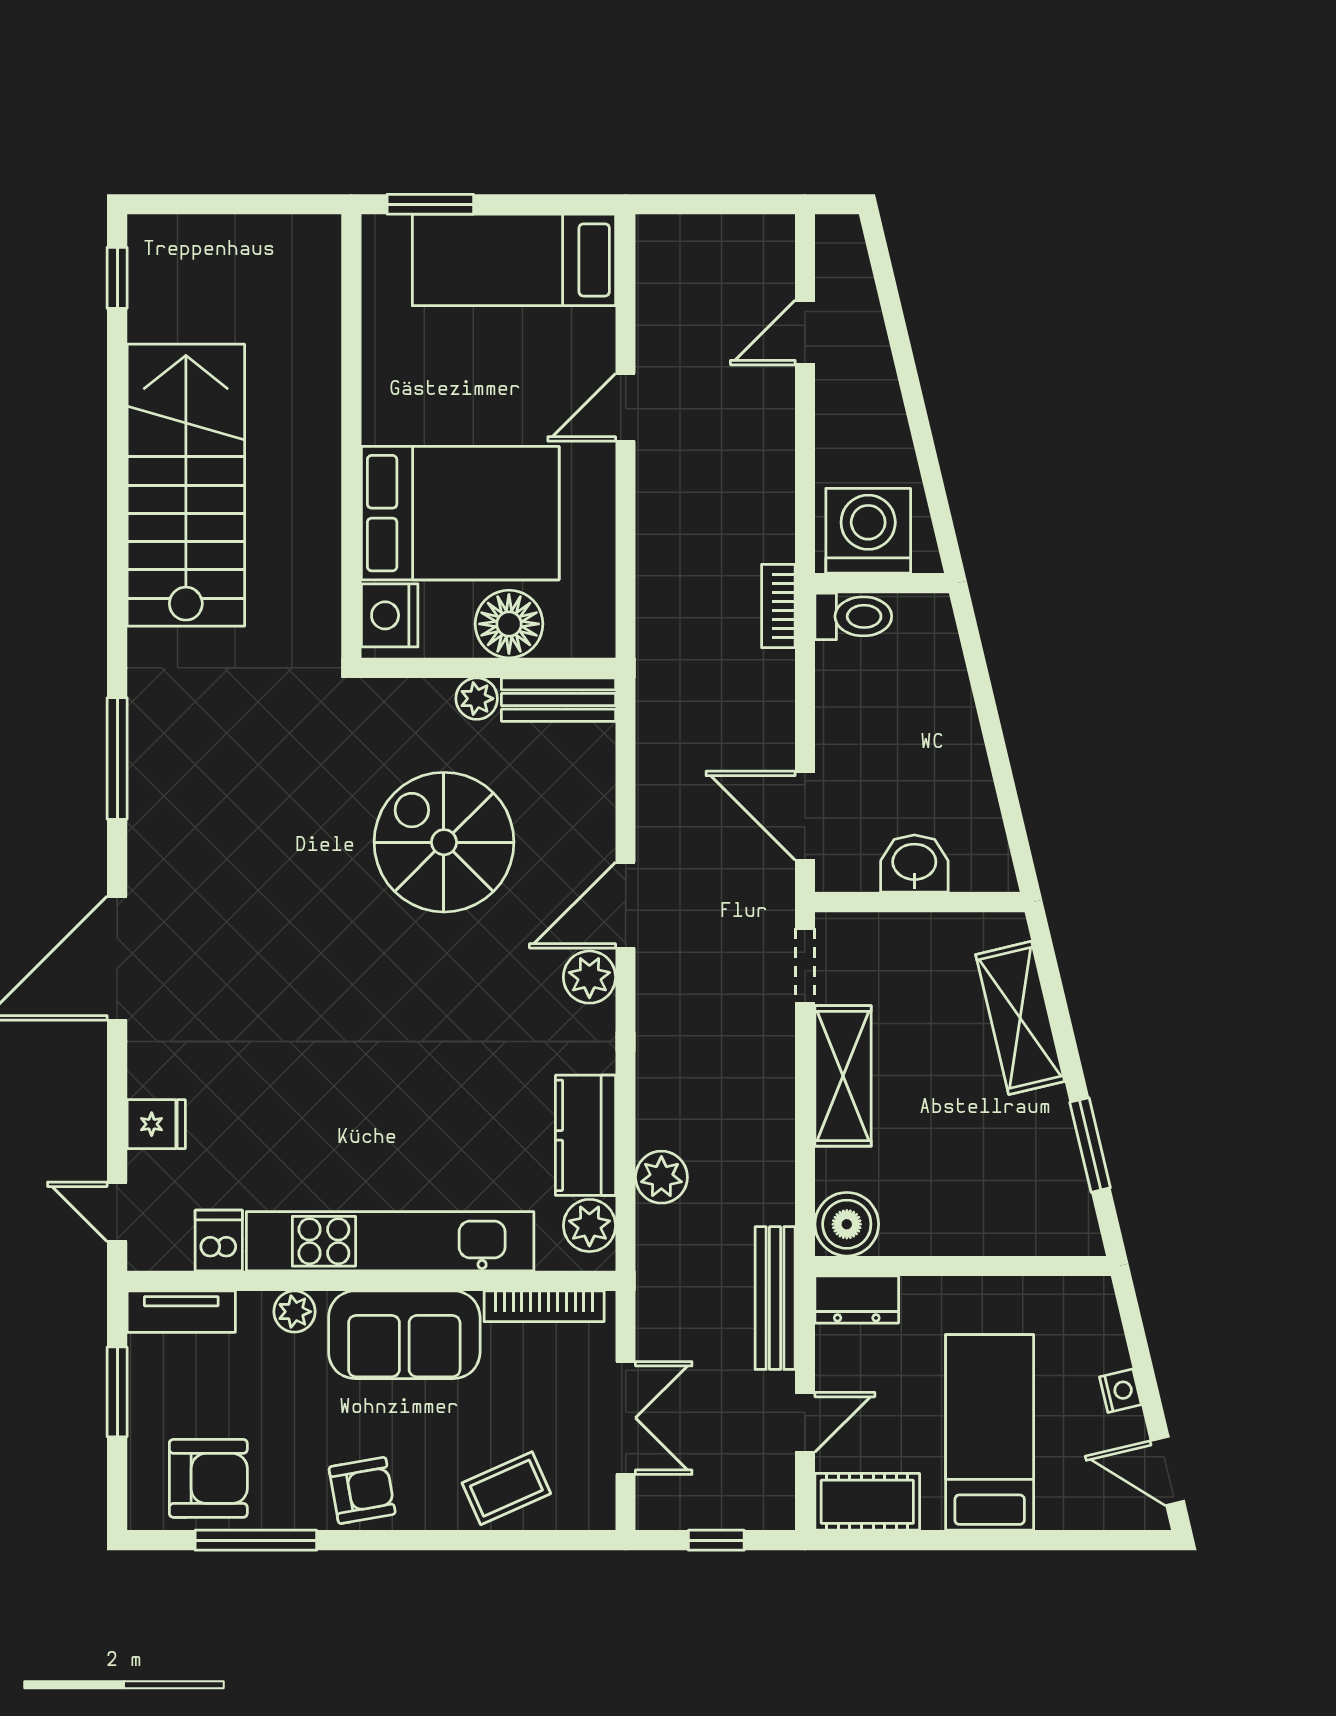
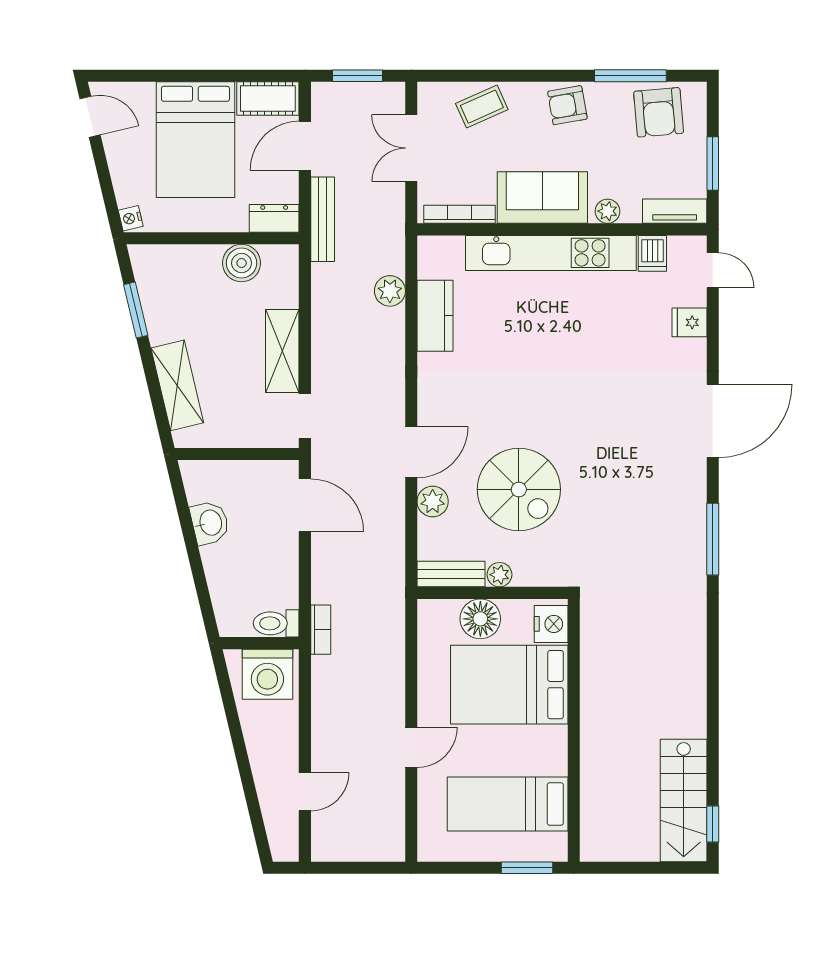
bed: (514, 260) -> (508, 804), moved, turned 180
stairs: (186, 485) -> (684, 800), moved, width x0.73, depth x0.66
washbasin: (914, 864) -> (210, 523), moved, turned -103
plant: (589, 977) -> (433, 501), moved
boiler: (847, 1224) -> (242, 263), moved
plant: (589, 1225) -> (433, 262), removed
nightstand: (1120, 1391) -> (131, 218), moved
door: (805, 1422) -> (305, 146), width x1.38
bed: (990, 1432) -> (195, 140), width x1.50
armchair: (208, 1478) -> (659, 112), turned -95
window: (716, 1540) -> (357, 76), width x1.50

